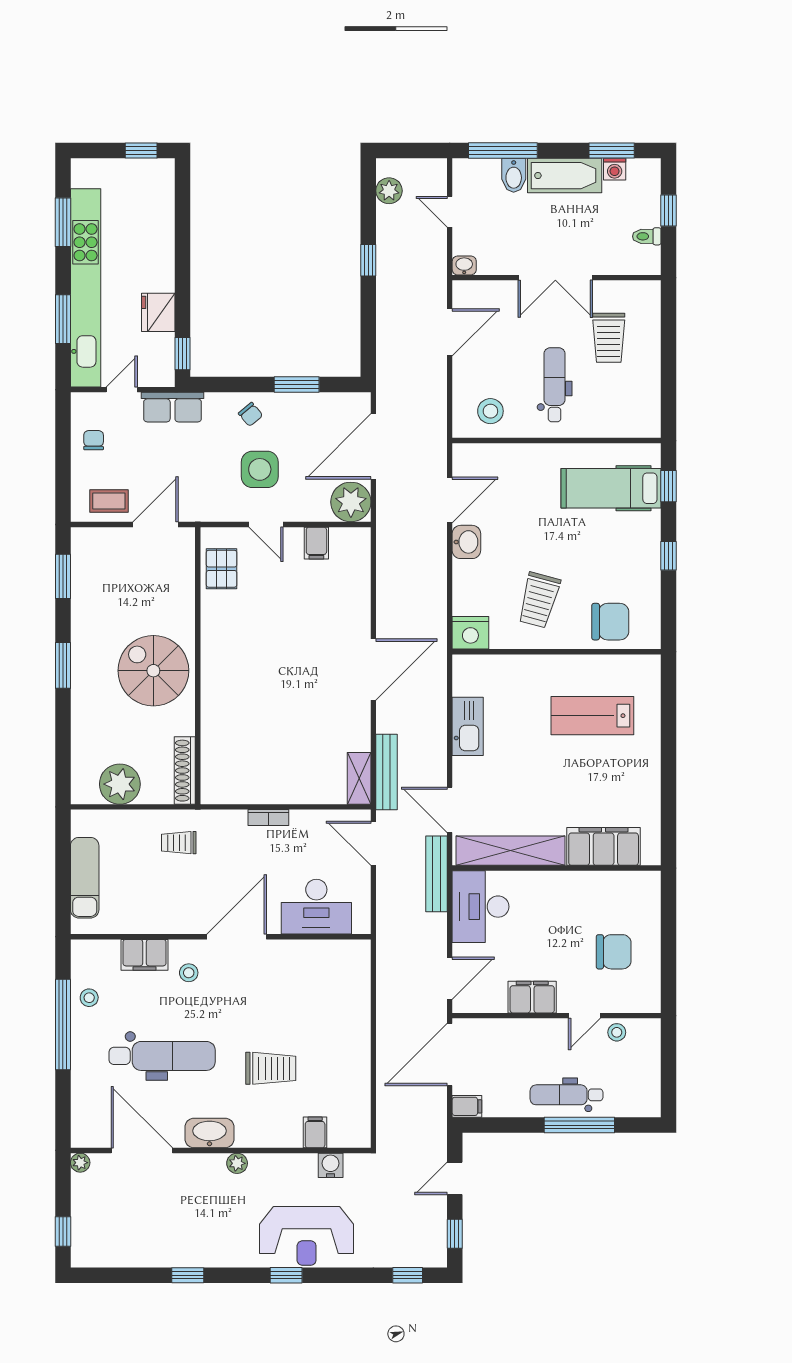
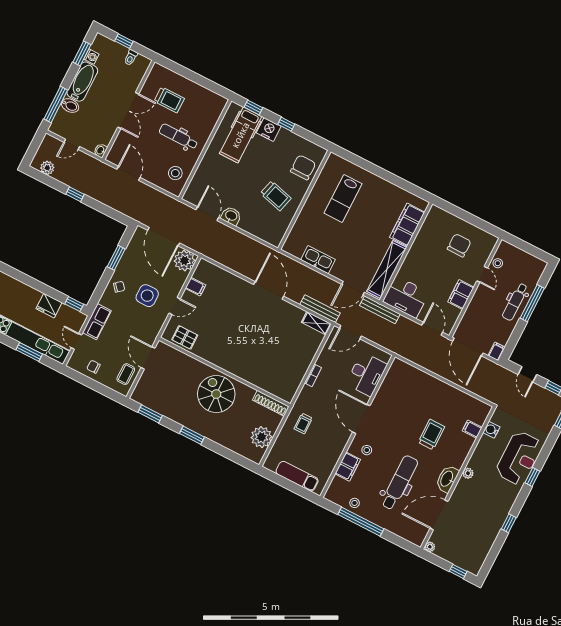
nightstand: (470, 633) -> (269, 130), moved, turned -90
spiral stairs: (153, 671) -> (216, 394), turned 90

